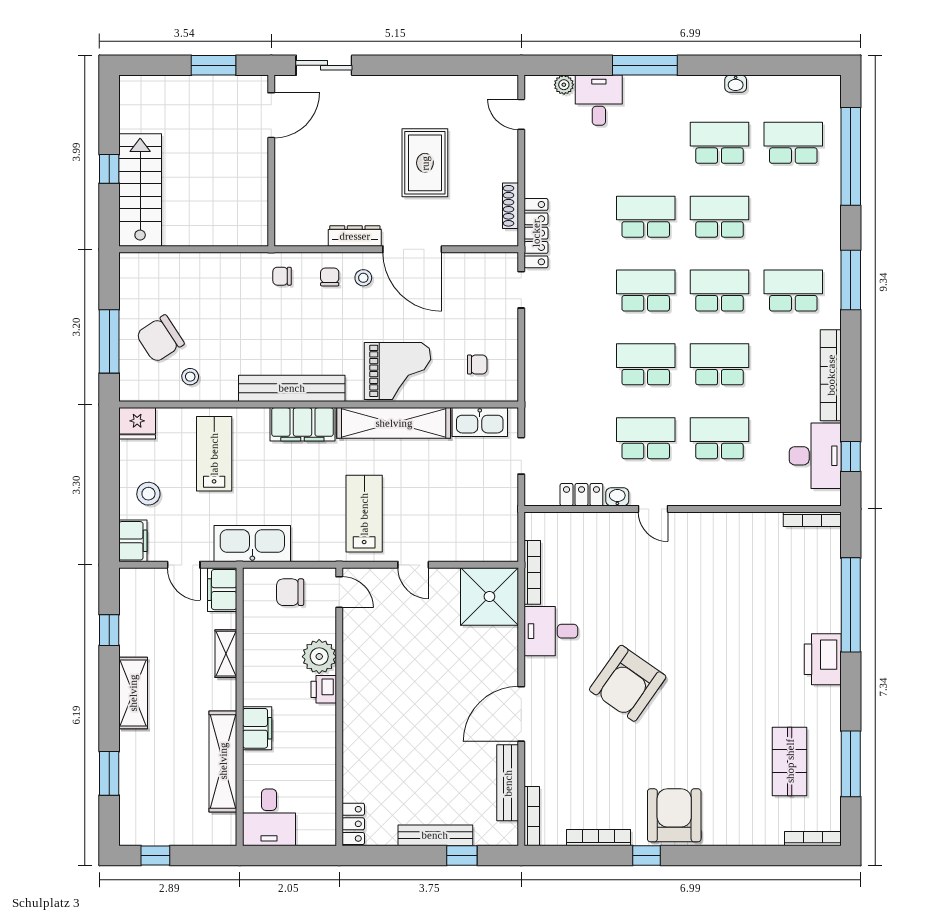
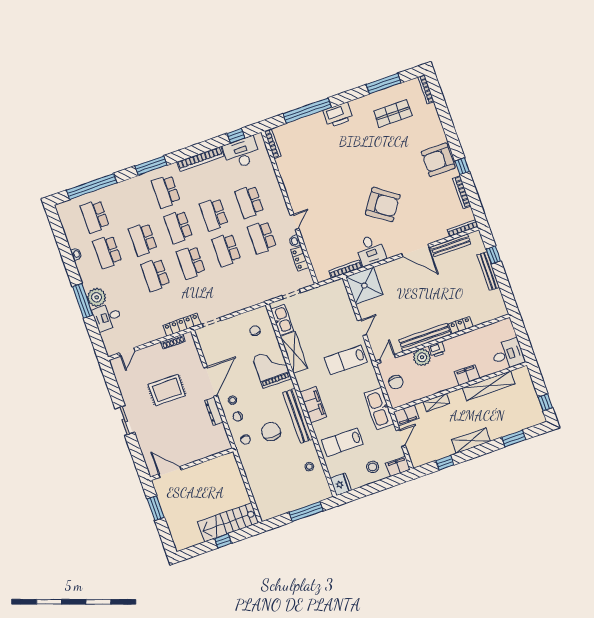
sliding door: (324, 65) -> (125, 420), moved
plant: (564, 85) -> (97, 297), moved, width x1.88, depth x1.88
chair: (160, 339) -> (271, 432), moved, turned -147
shelving: (394, 423) -> (294, 352), width x0.68
bench: (355, 675) -> (425, 337), added
locker: (353, 824) -> (461, 325), moved

